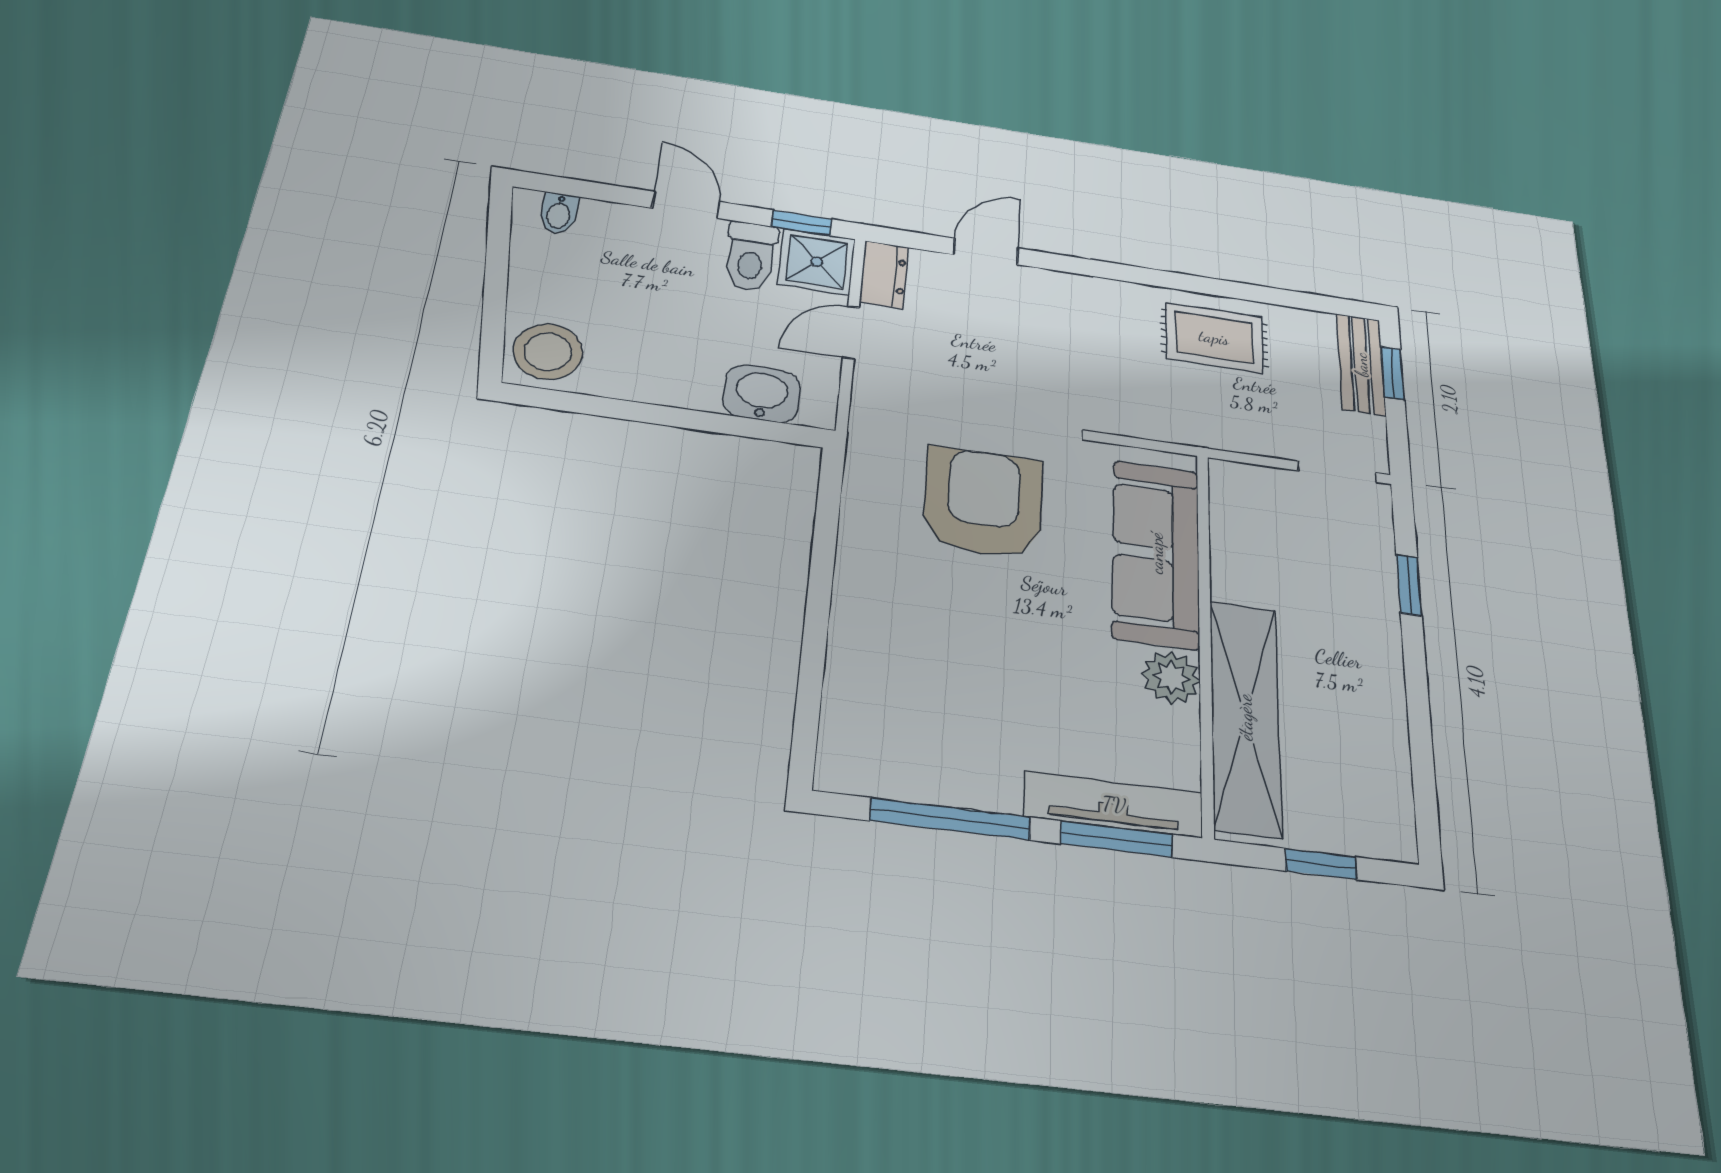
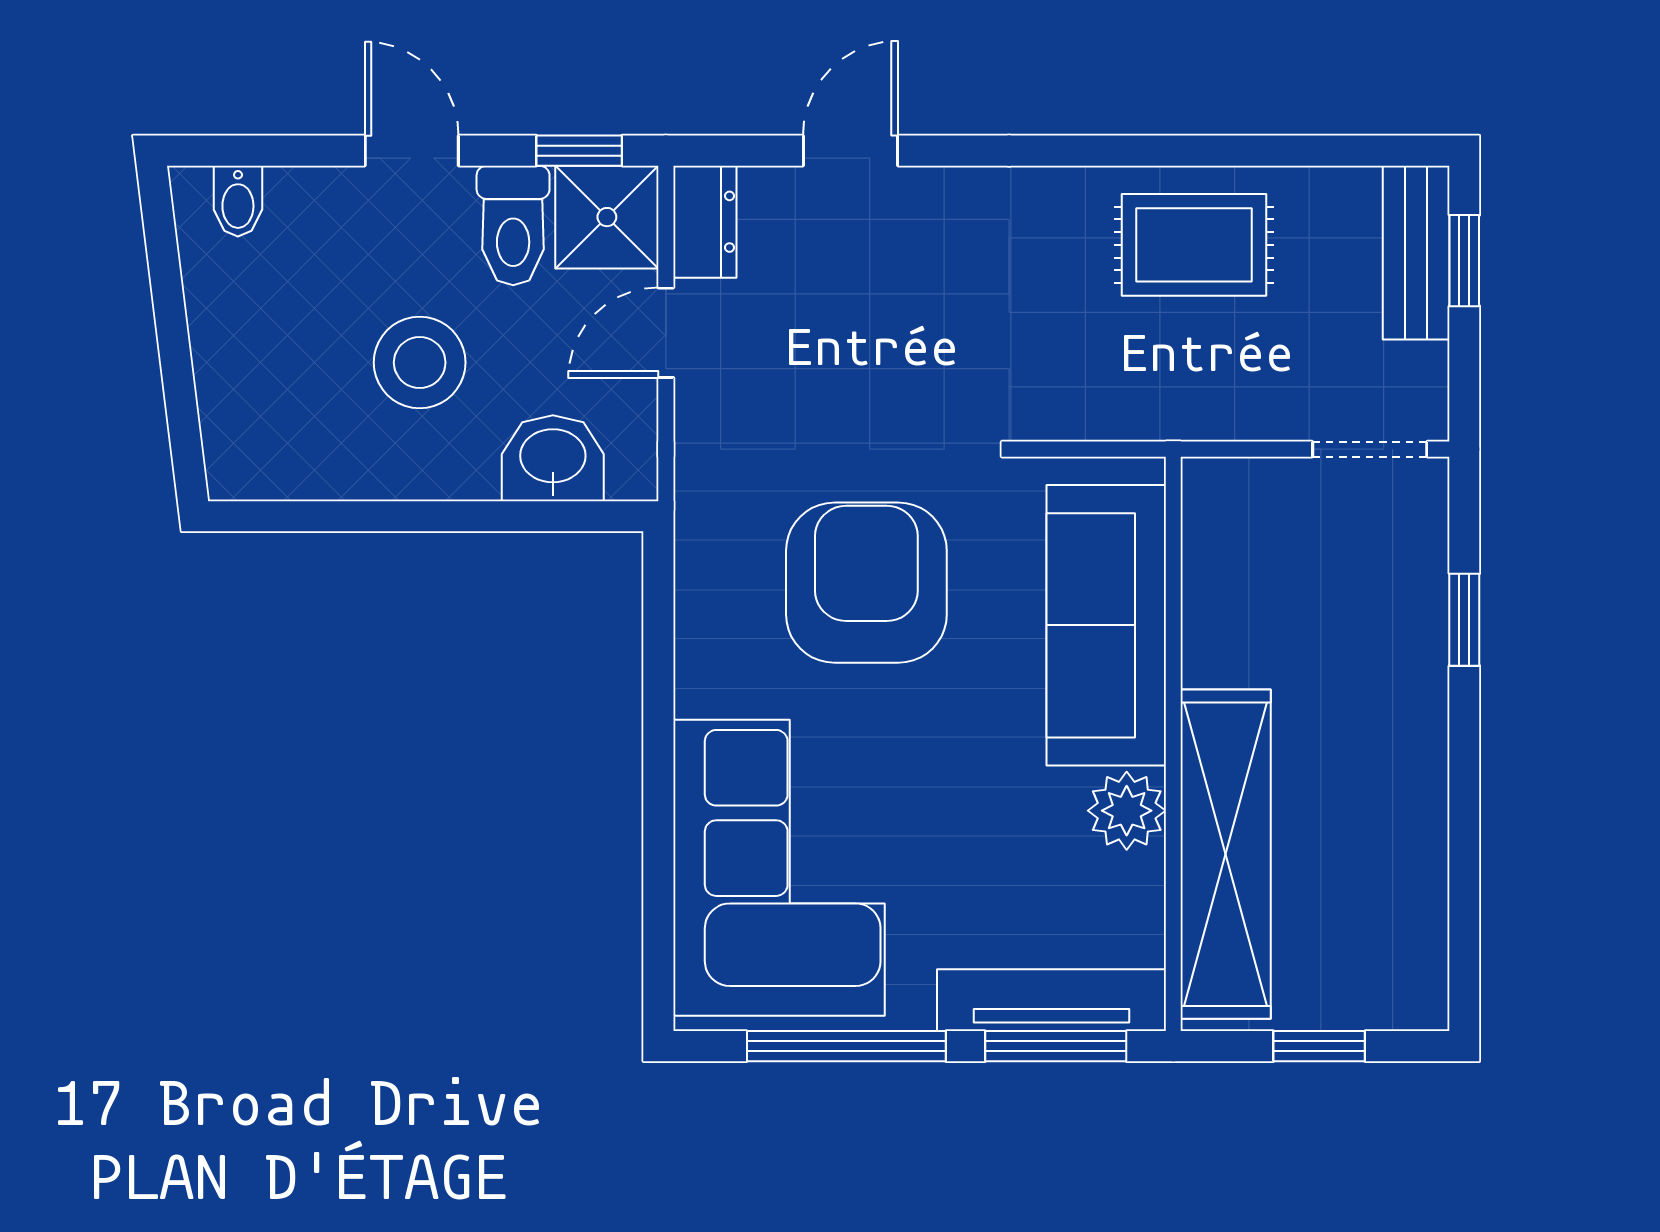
stool: (548, 352) -> (420, 363), moved
corner sofa: (906, 682) -> (779, 868), added

